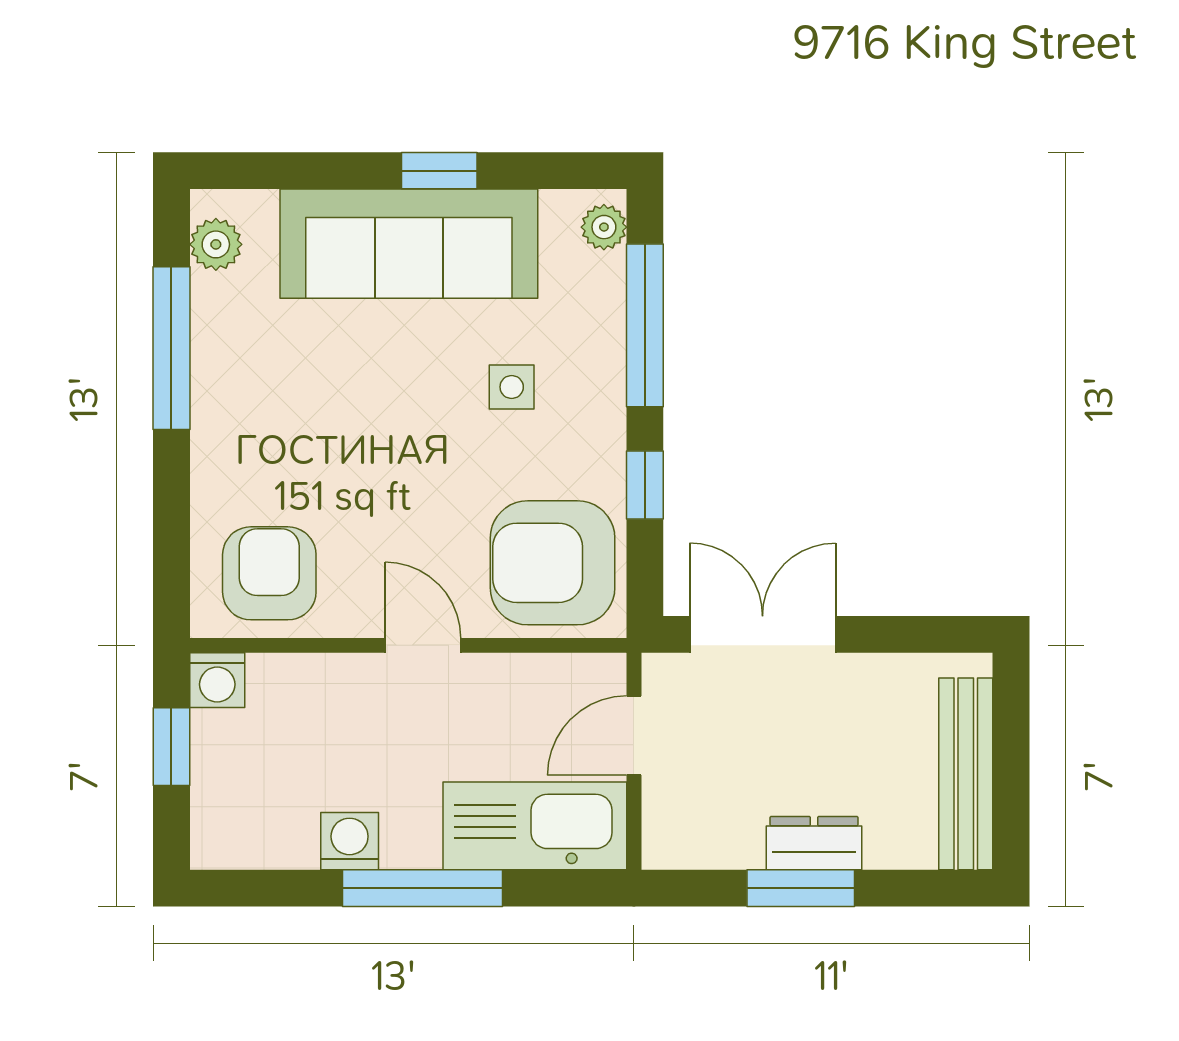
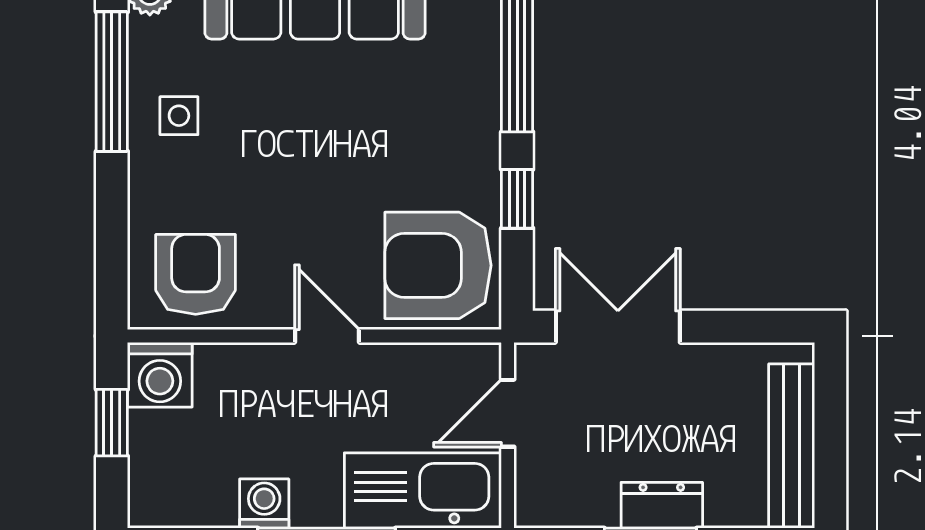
side table: (512, 387) -> (179, 116), moved
washing machine: (217, 680) -> (160, 375), width x1.38, depth x1.38

